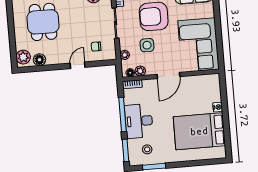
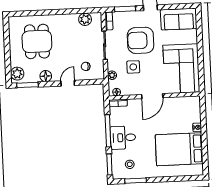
floor lamp: (39, 60) -> (46, 76), moved
window: (35, 69) -> (28, 85), added
plant: (140, 71) -> (126, 91), removed
desk: (139, 121) -> (123, 138), width x0.73

